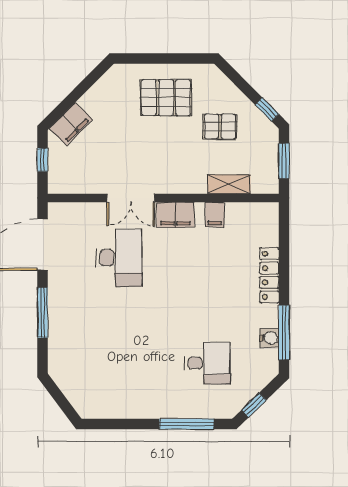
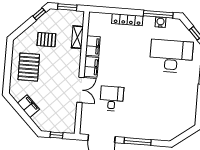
filing cabinet: (71, 124) -> (28, 106), moved
pallet: (220, 127) -> (46, 40), turned 90
filing cabinet: (215, 214) -> (93, 46), width x2.00
desk: (119, 258) -> (112, 99), width x0.73
desk: (207, 363) -> (171, 56), width x1.87, depth x1.30

